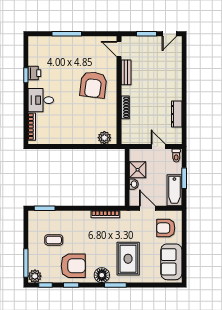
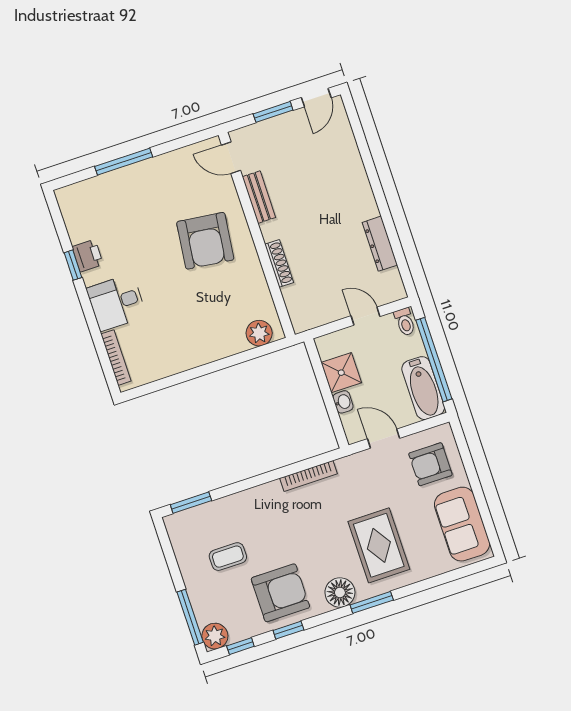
window: (184, 178) -> (434, 360), width x2.11

